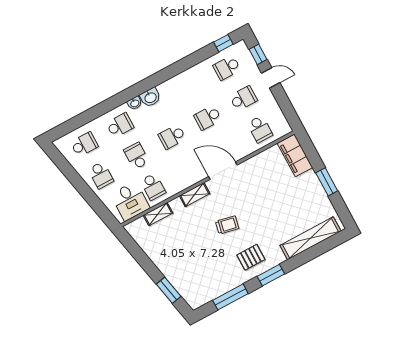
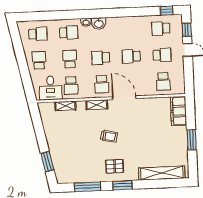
school desk: (189, 167) -> (102, 84), added
school desk: (101, 175) -> (39, 60), turned 180

